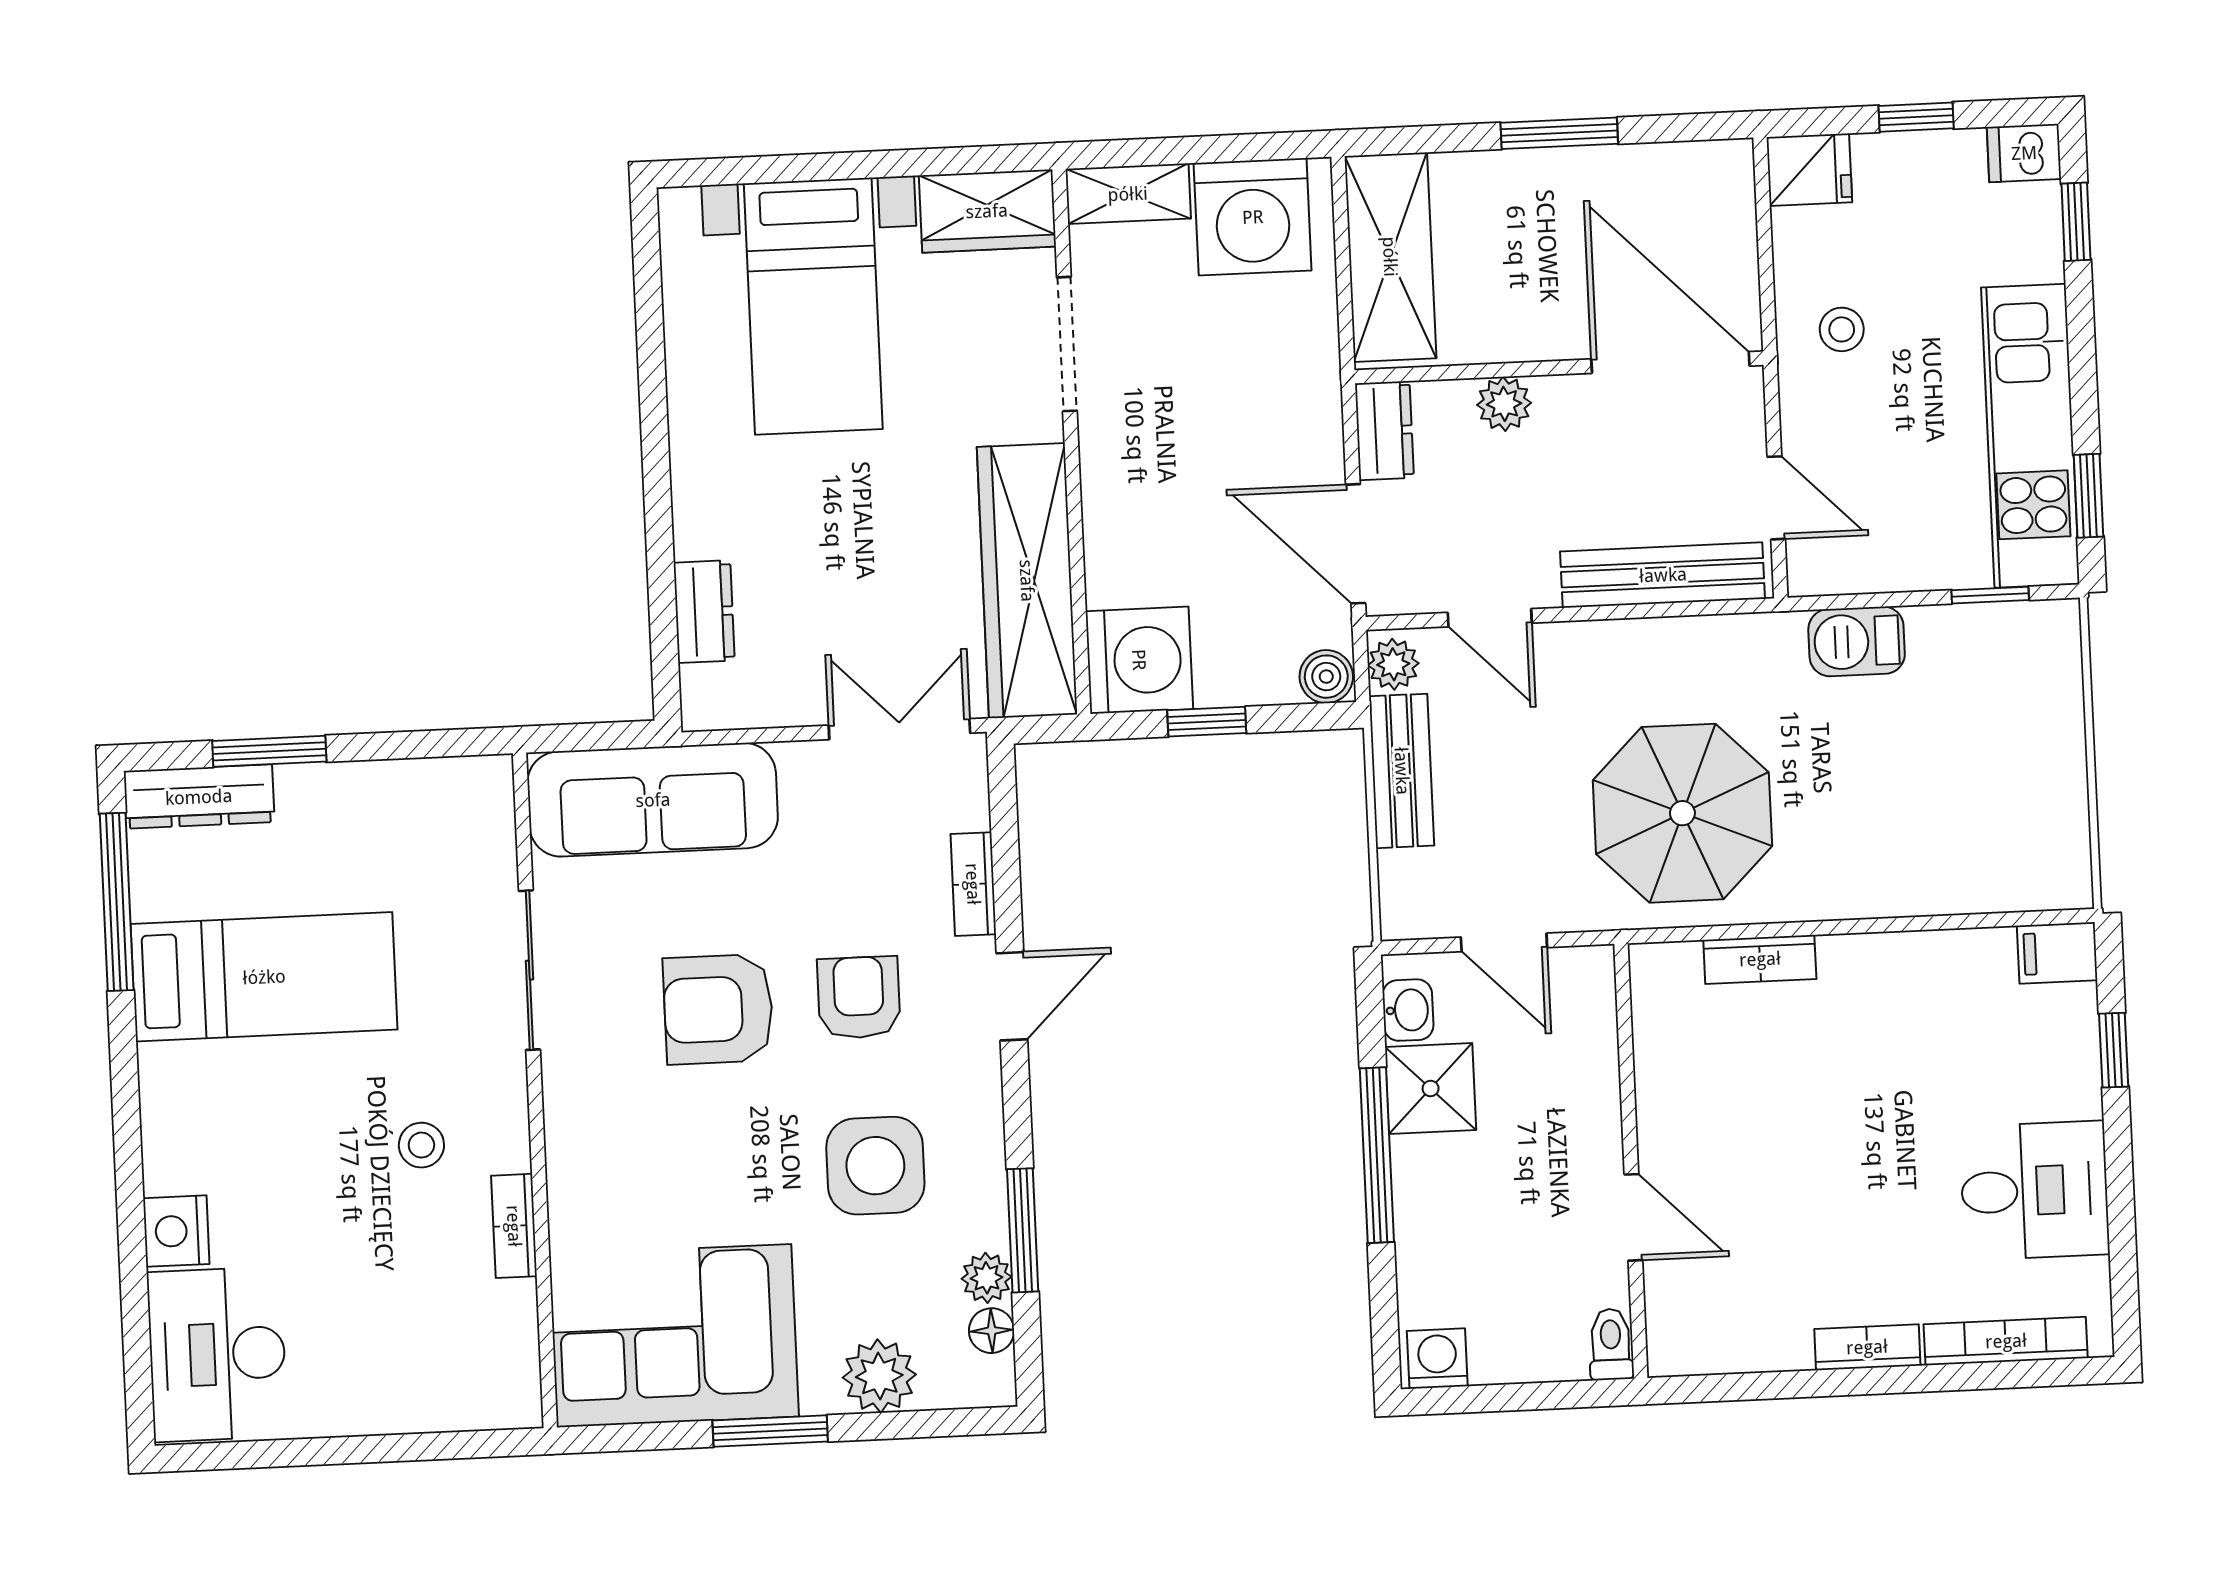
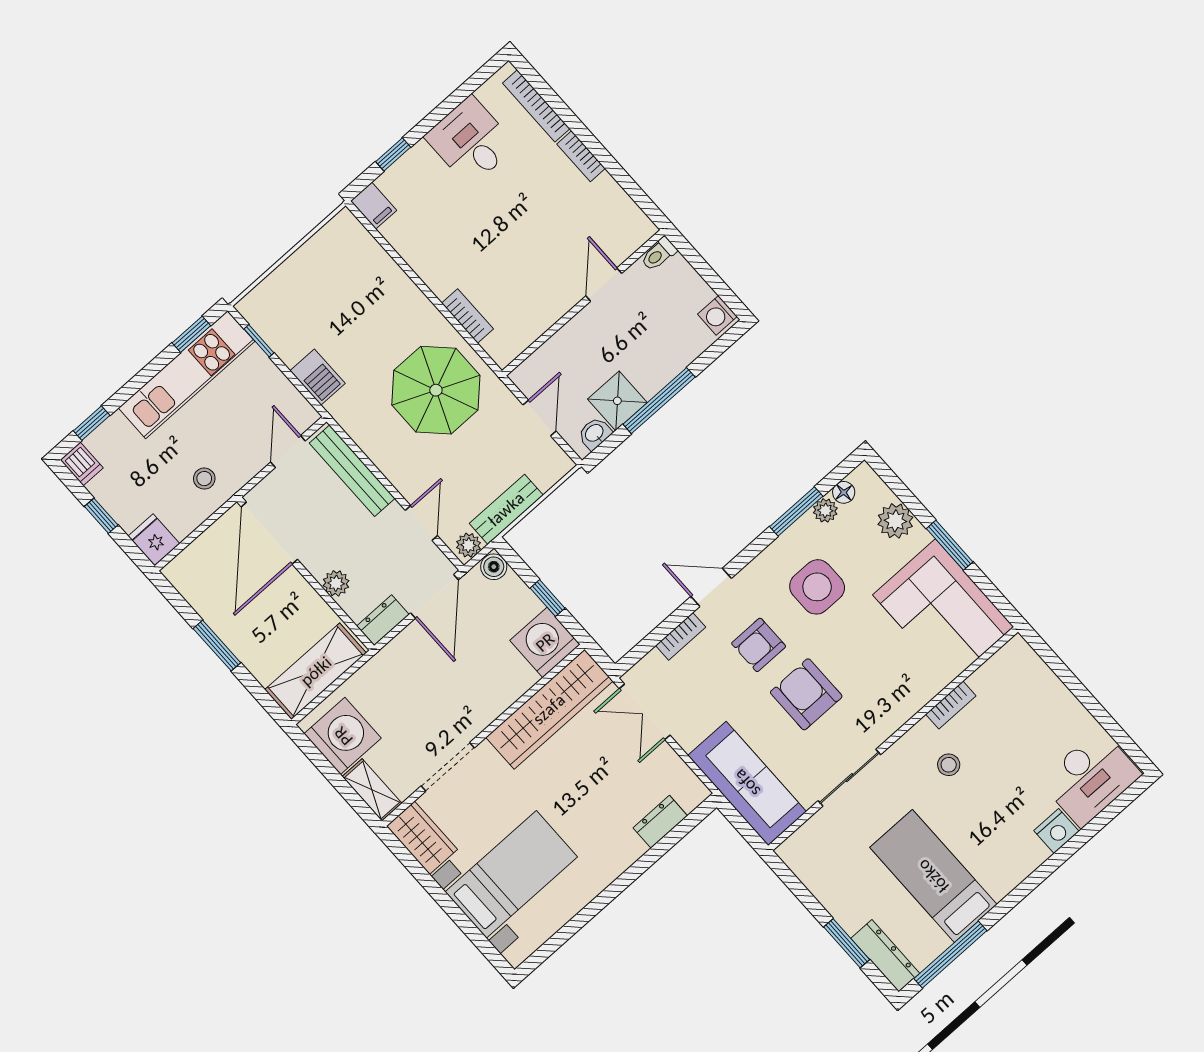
armchair: (718, 1009) -> (806, 694), turned 180

